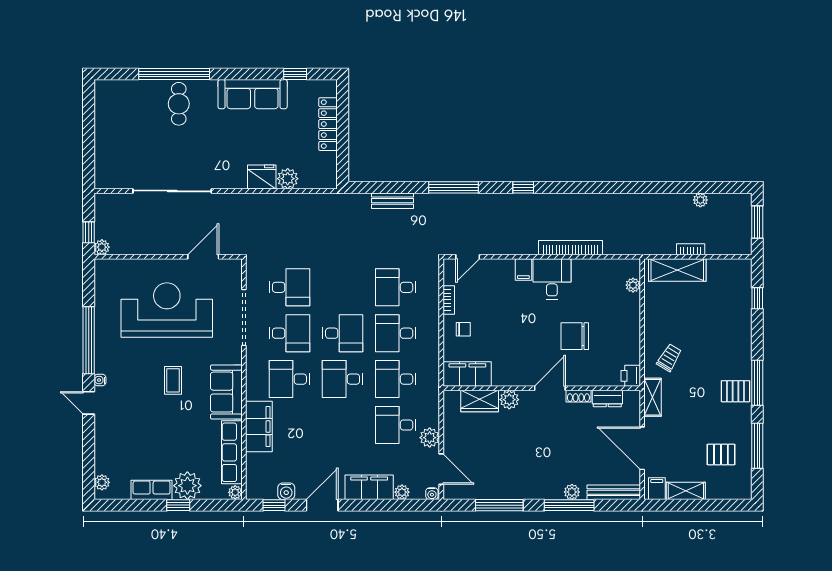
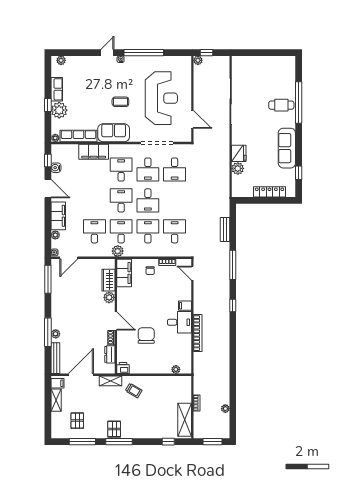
shelving: (677, 270) -> (185, 420), moved
plant: (430, 438) -> (118, 251), moved
window: (499, 505) -> (48, 279), moved

